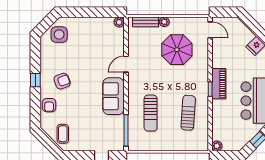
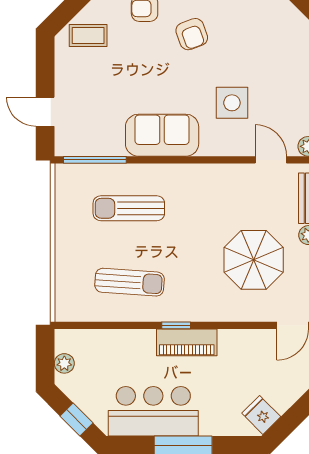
side table: (59, 35) -> (232, 103), moved
door: (126, 64) -> (271, 160), moved
plant: (217, 146) -> (64, 363), moved

